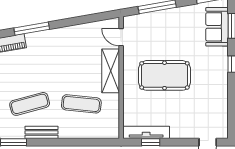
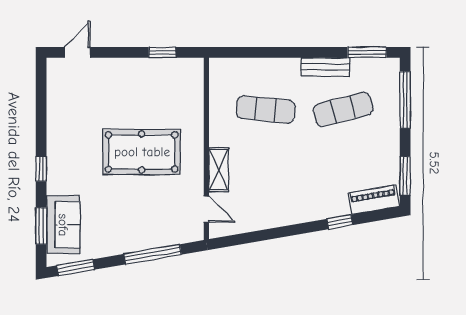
window: (32, 29) -> (340, 222), width x0.46
shelving: (111, 71) -> (219, 170), width x0.67, depth x0.75
tv unit: (146, 132) -> (169, 67), removed

